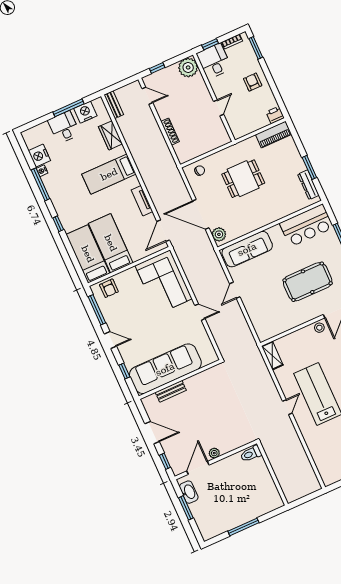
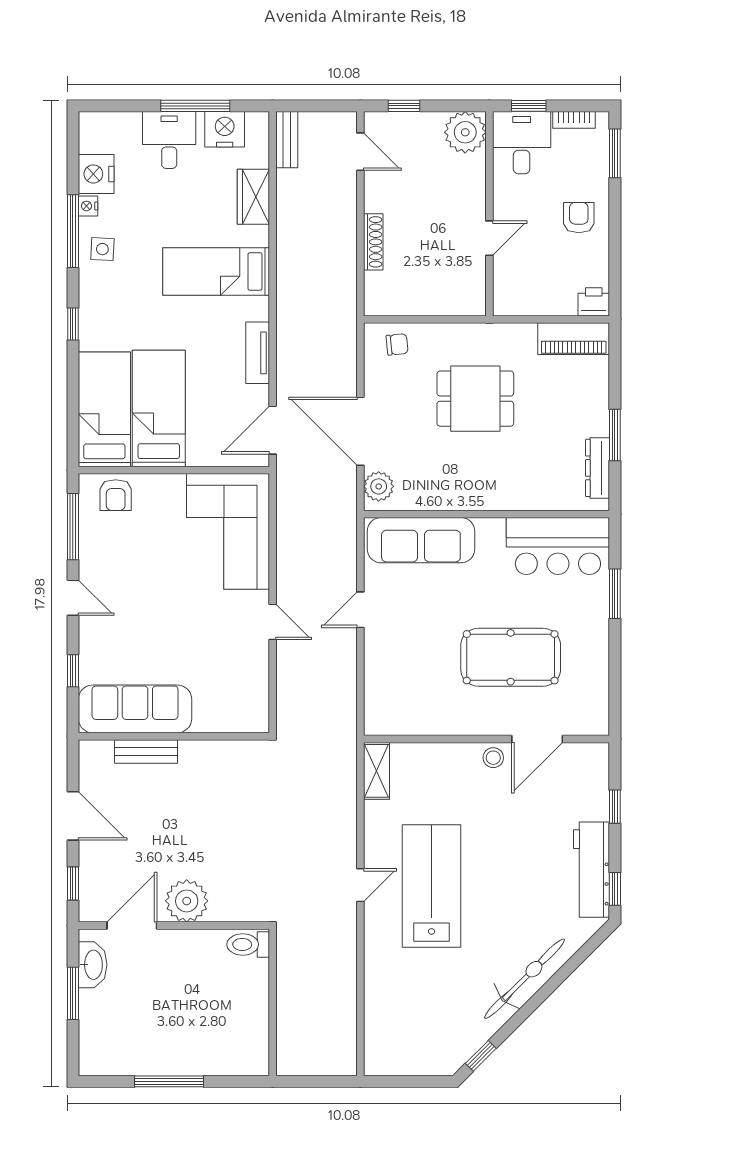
side table: (56, 186) -> (102, 249), added
sofa: (165, 369) -> (135, 709), width x0.74, depth x0.79
plant: (214, 453) -> (187, 901), width x1.88, depth x1.88

